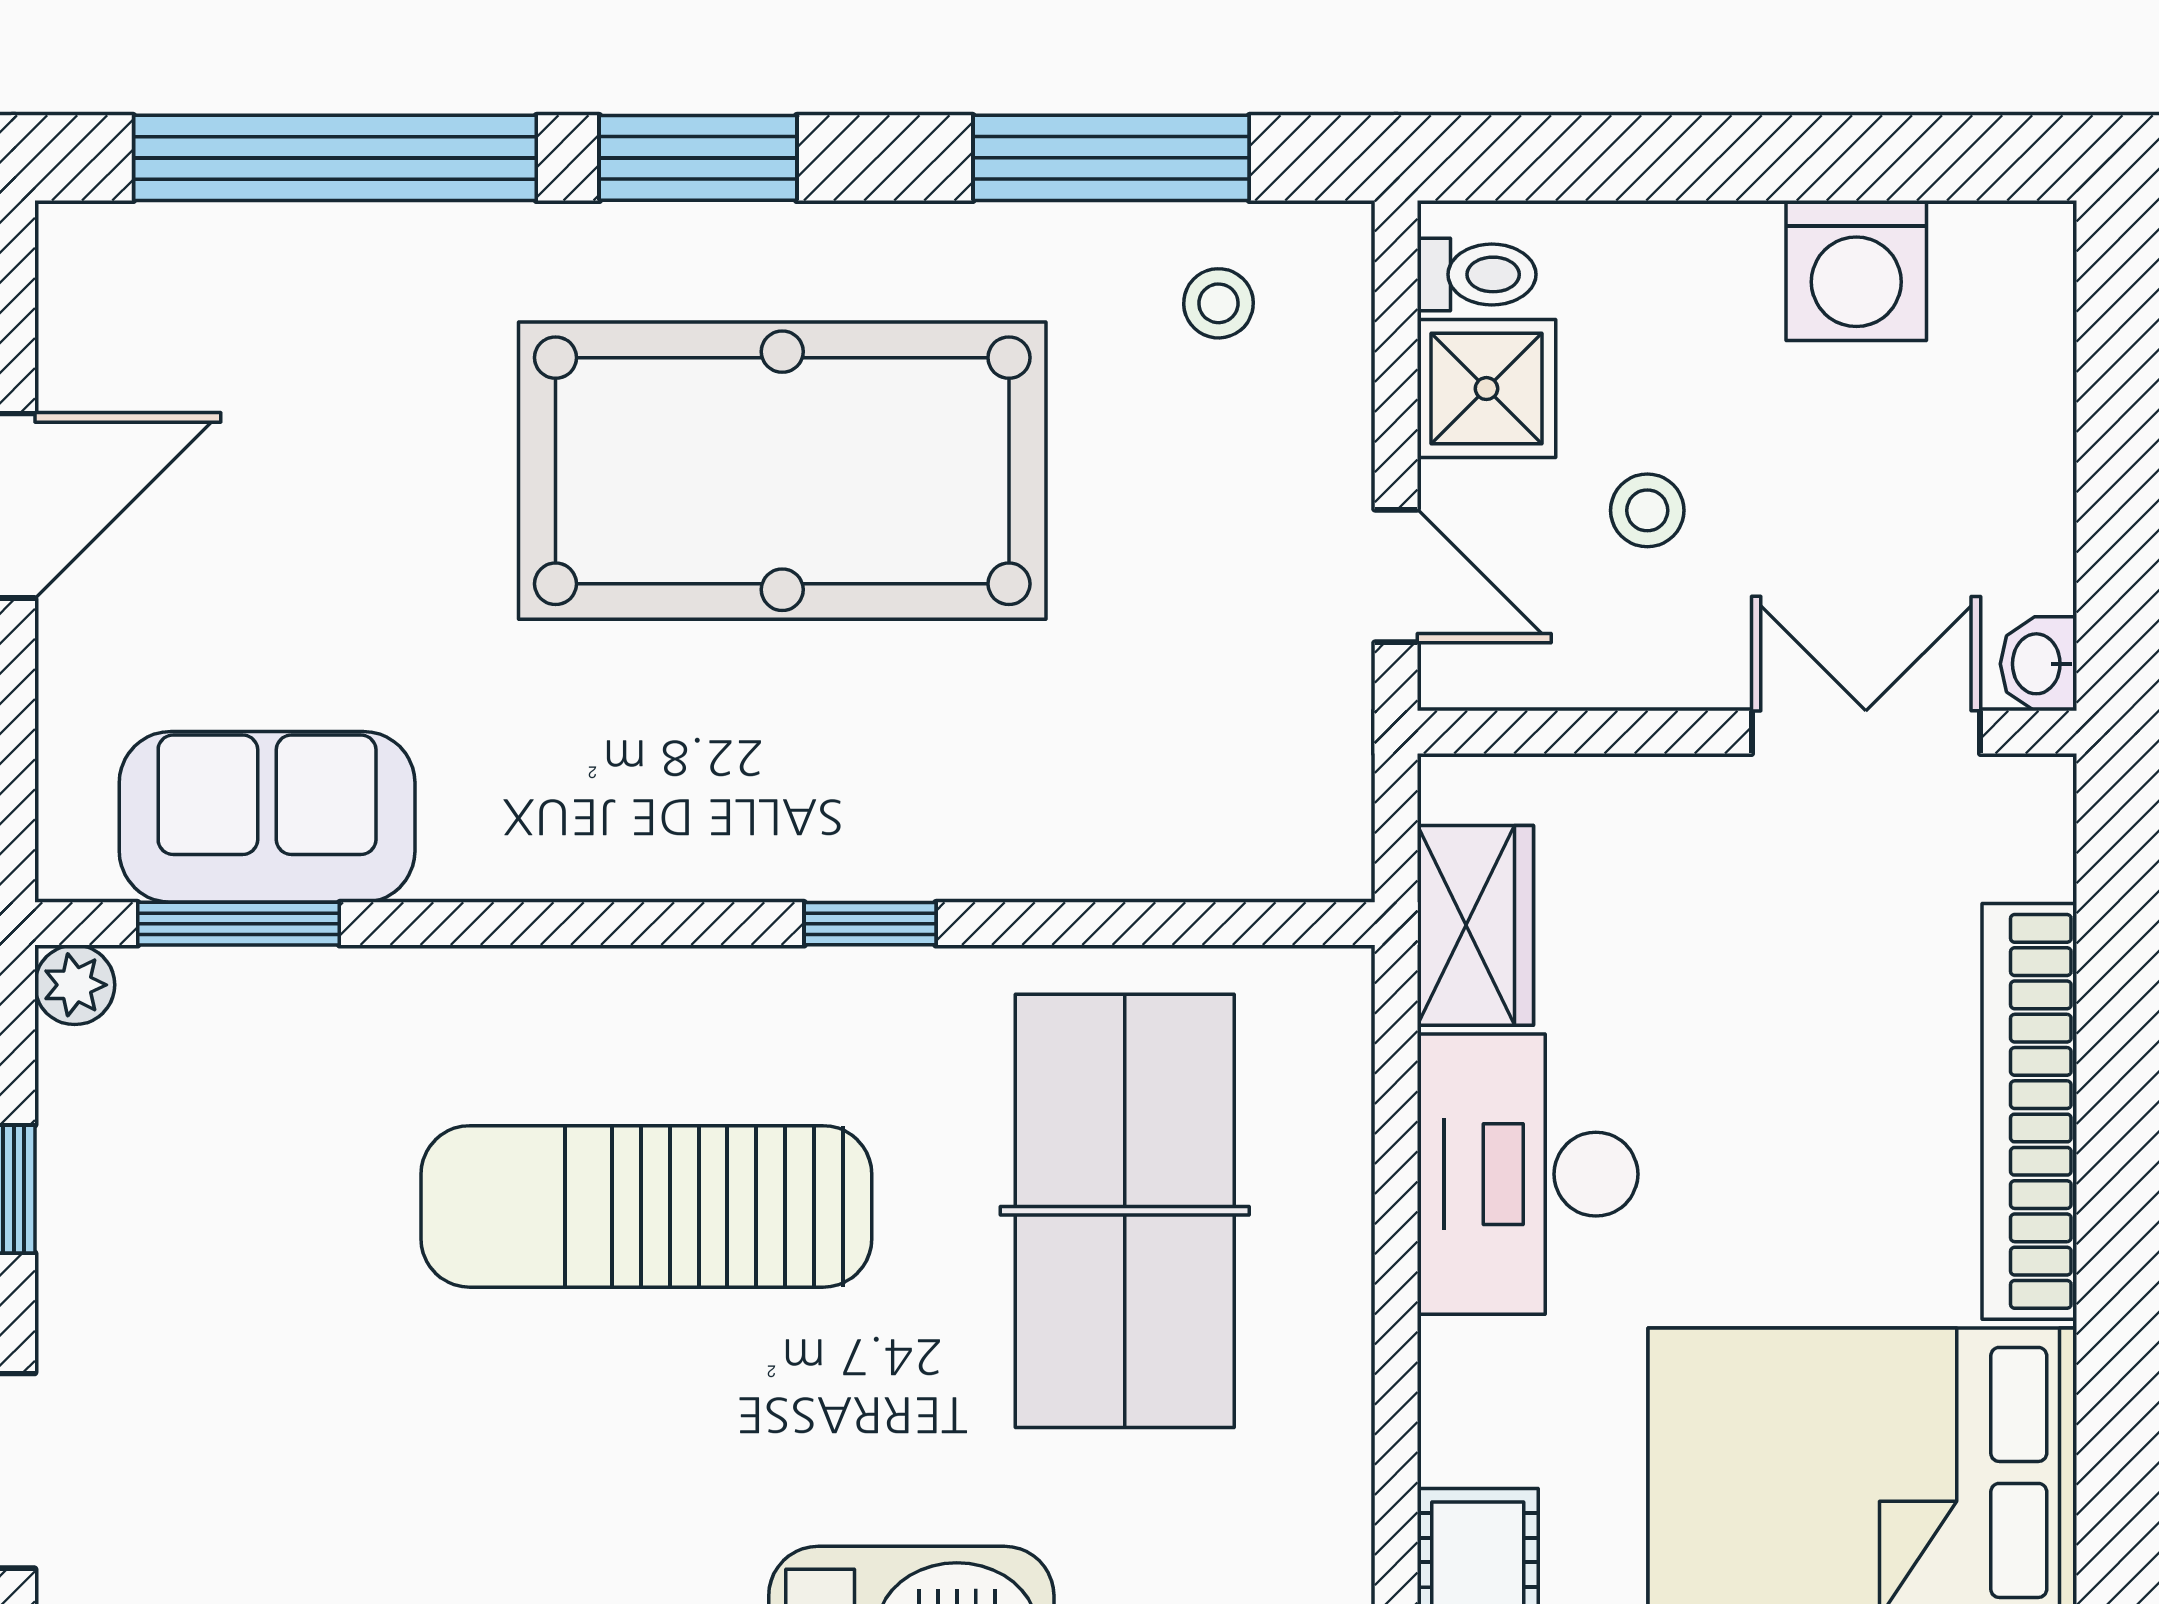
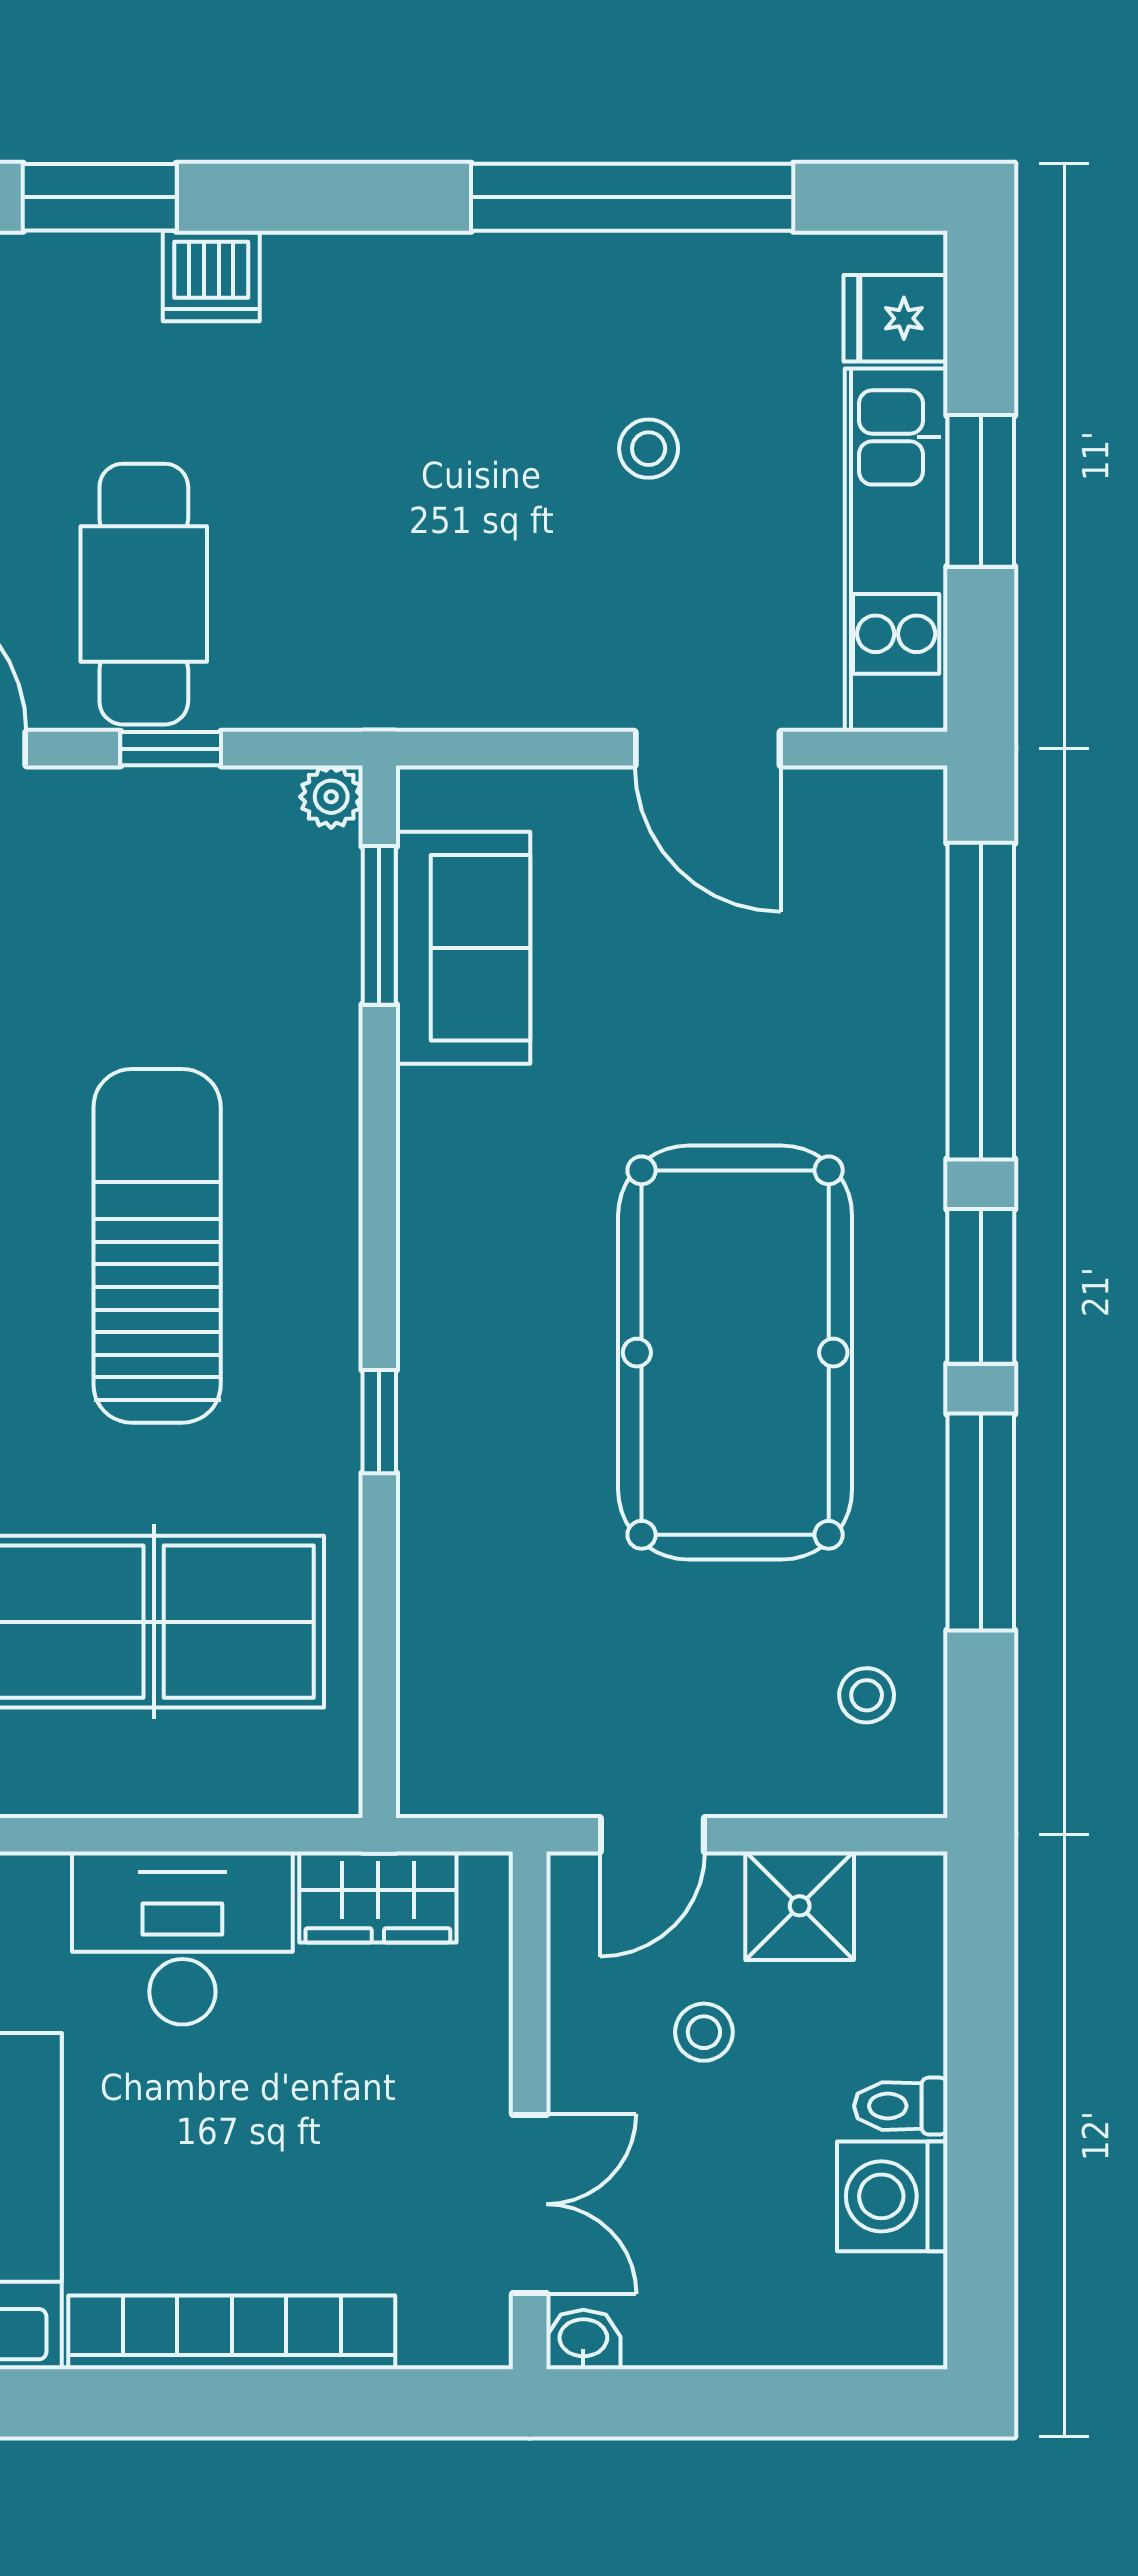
window: (1111, 158) -> (981, 1522), moved
toilet: (1477, 274) -> (901, 2106), moved, turned 90

